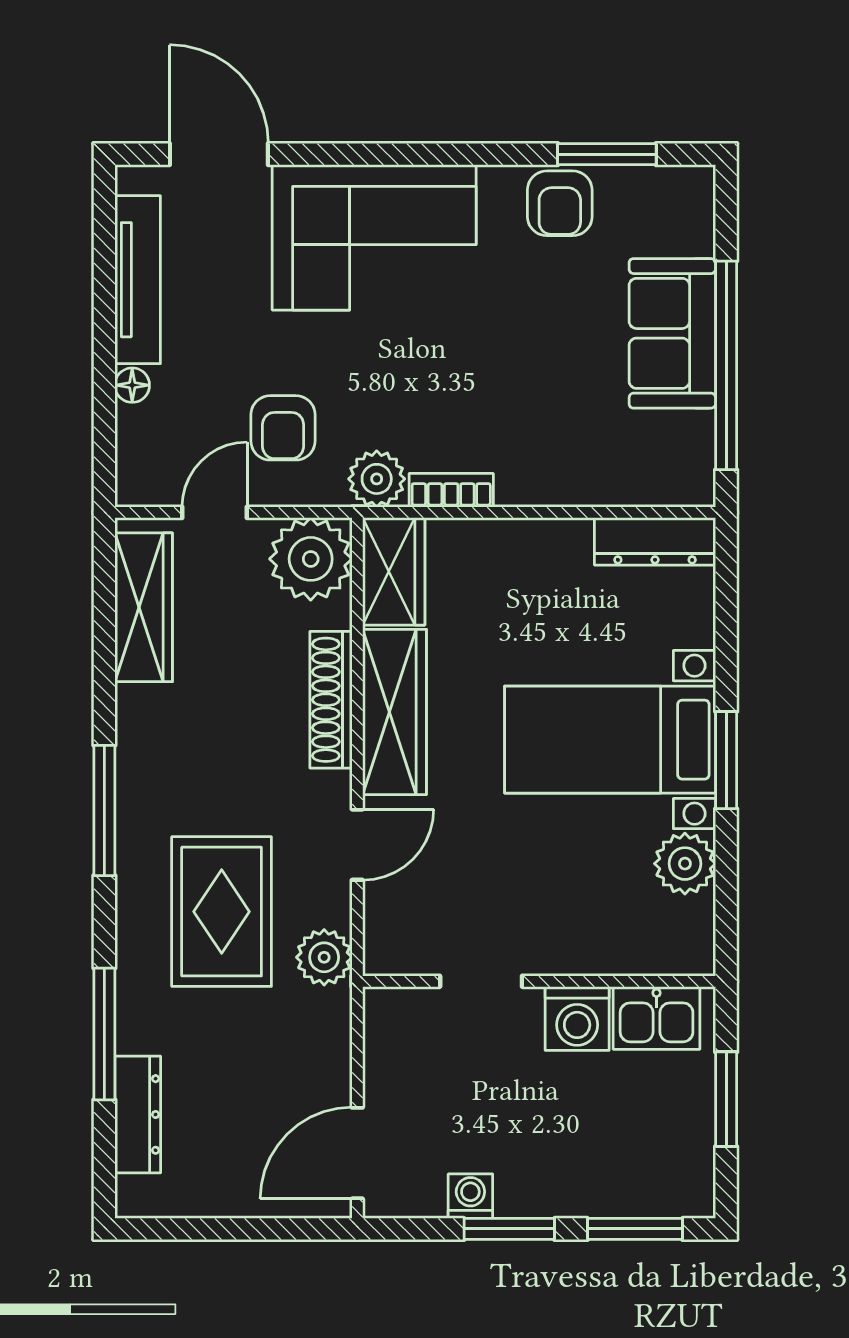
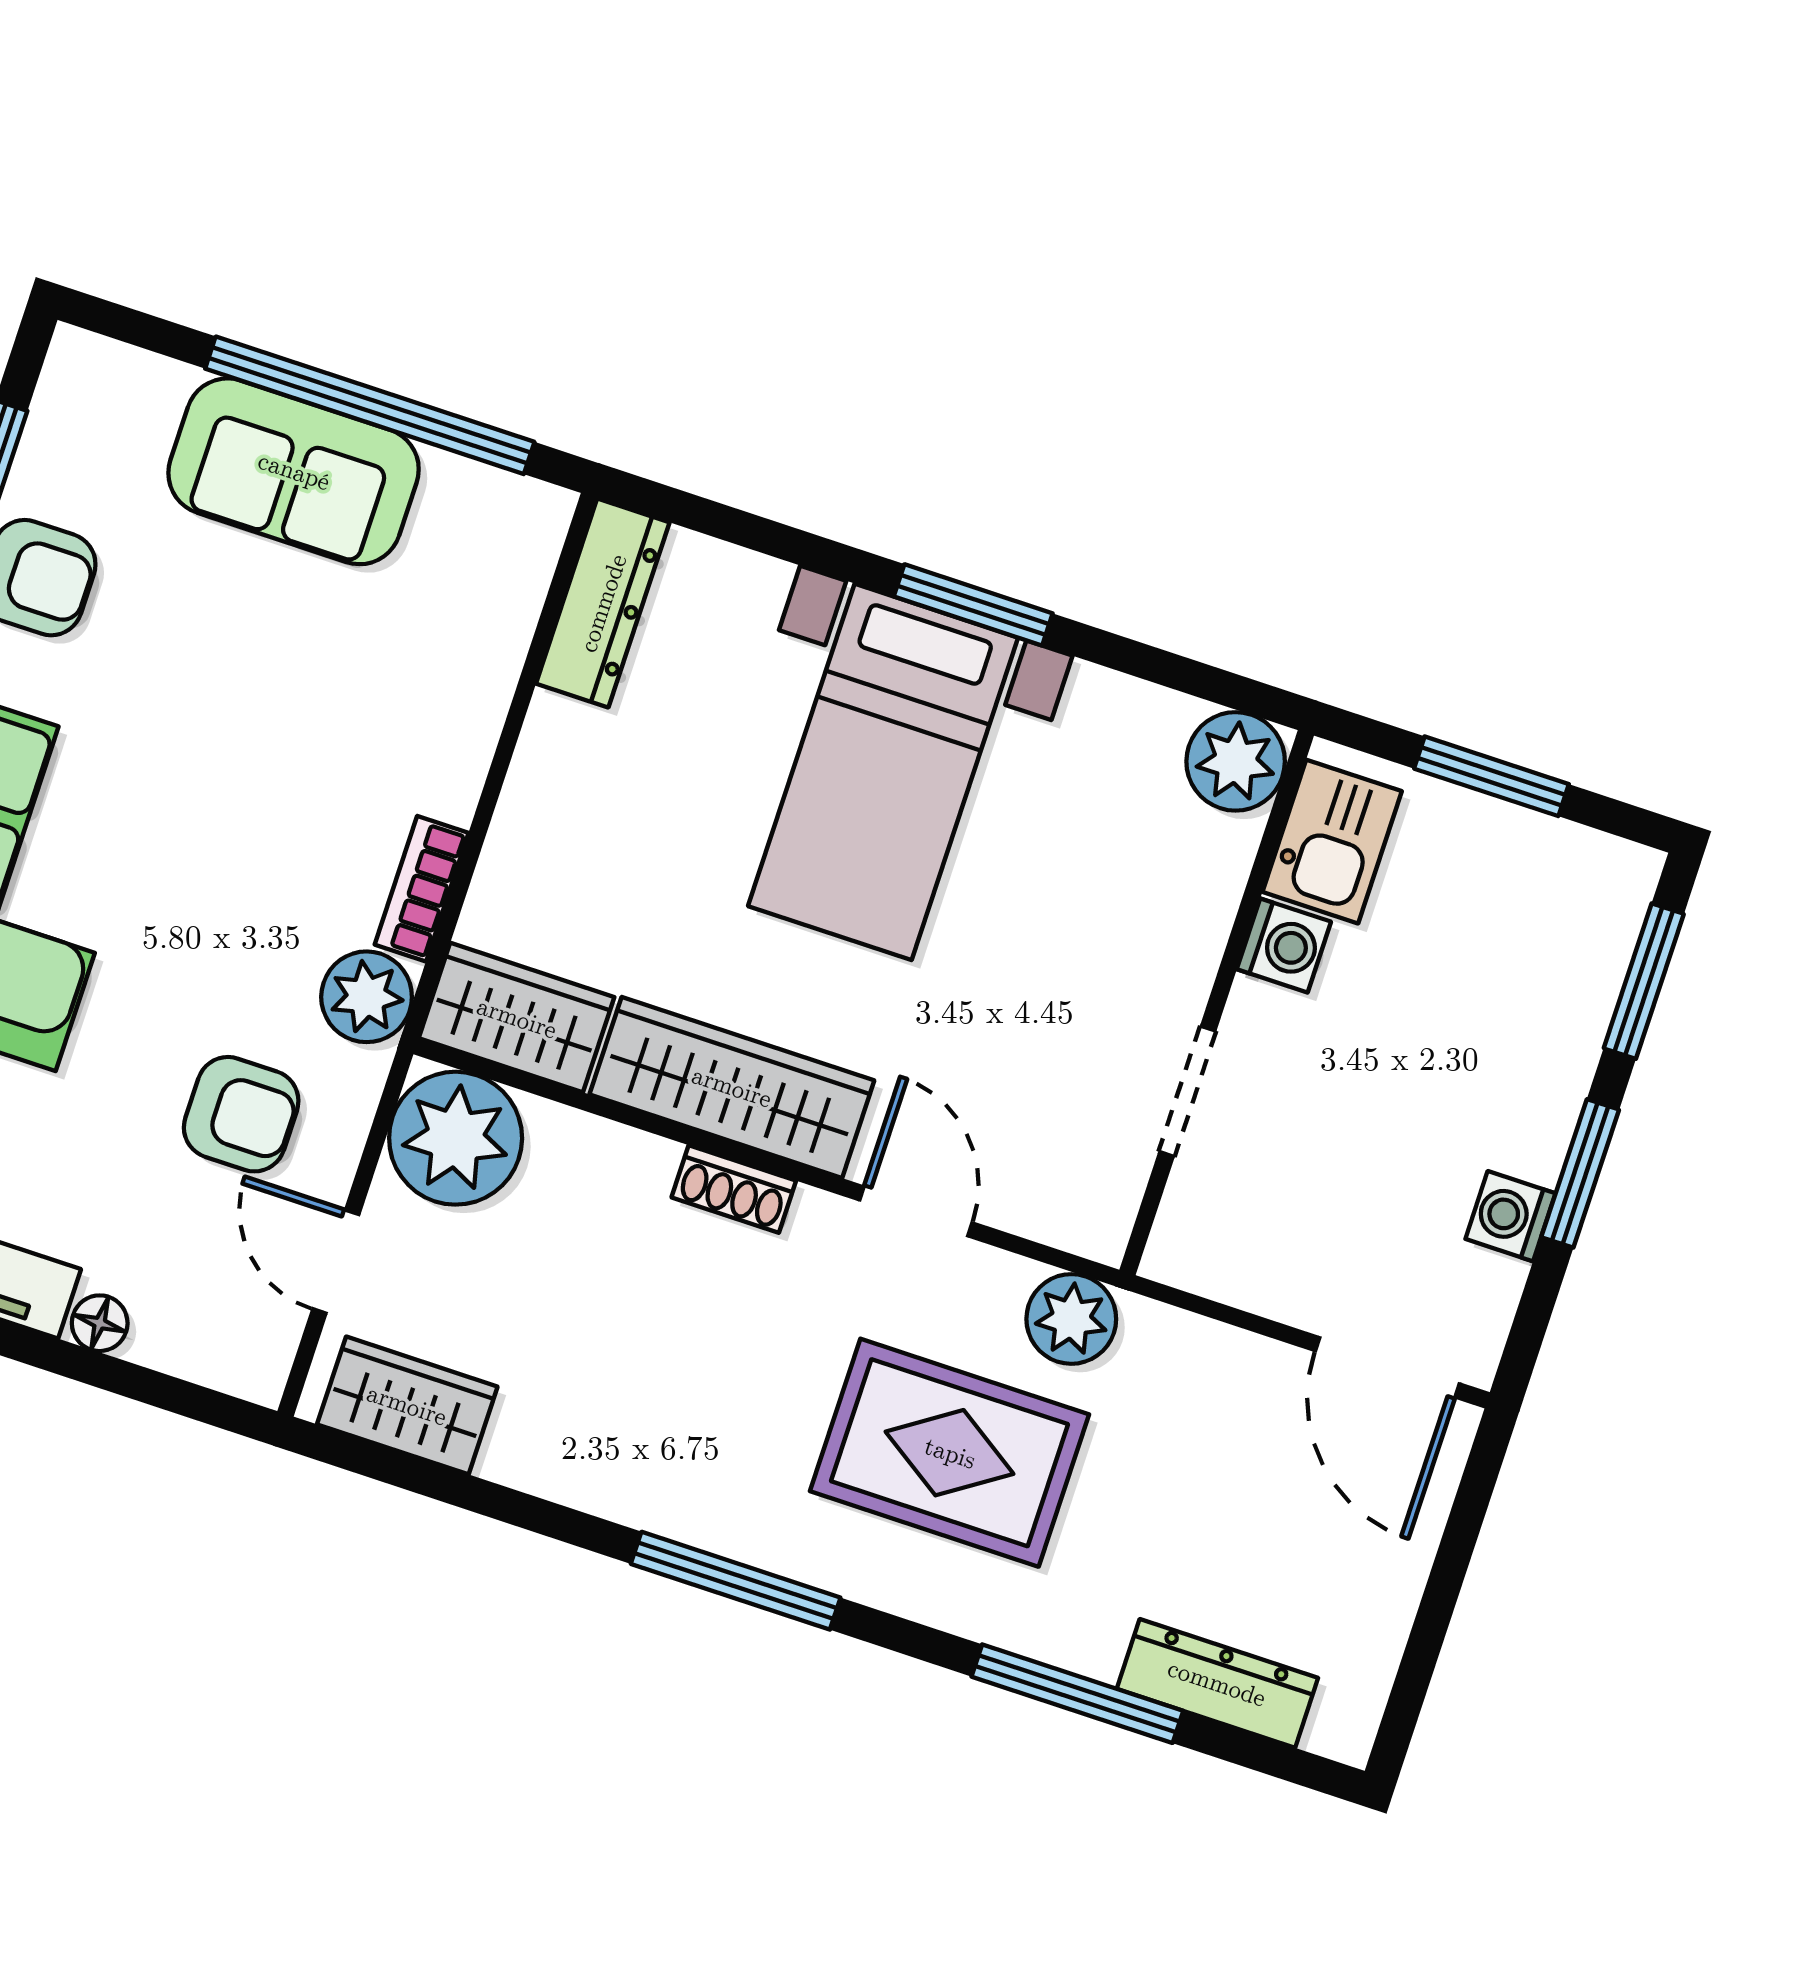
wardrobe: (144, 607) -> (407, 1405), width x0.67
shoe rack: (331, 700) -> (734, 1189), width x0.51, depth x0.81
plant: (685, 864) -> (1236, 761), moved
washing machine: (577, 1019) -> (1284, 945), width x0.73, depth x0.73

